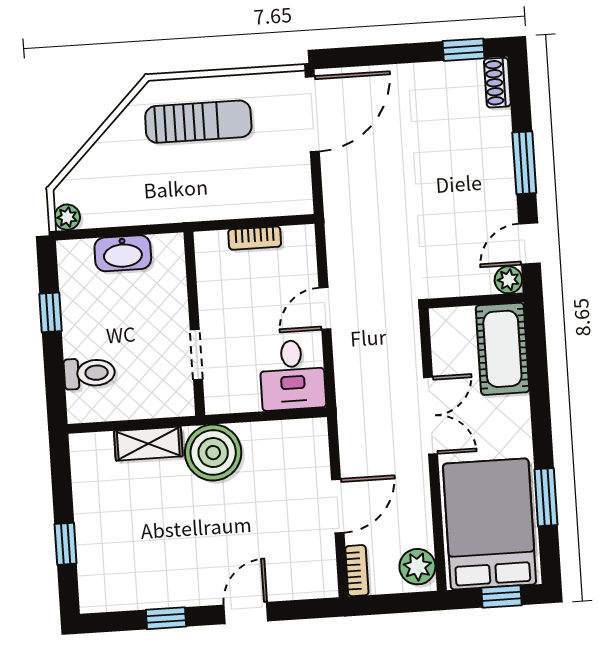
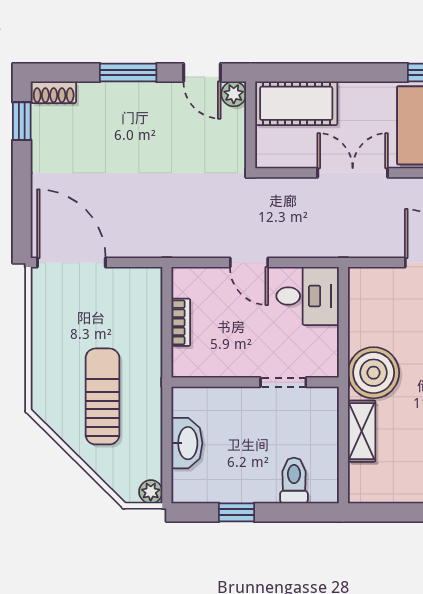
sun lounger: (198, 122) -> (102, 396), moved

